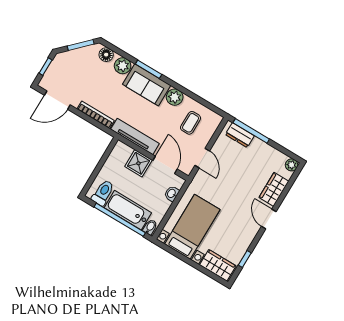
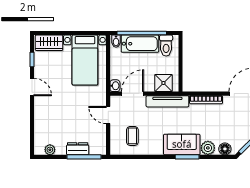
plant: (175, 97) -> (156, 148), removed
dresser: (240, 135) -> (78, 149), moved
shower: (138, 163) -> (163, 83), moved
door: (165, 165) -> (133, 94), swing flipped
plant: (292, 165) -> (50, 150), moved
wardrobe: (274, 189) -> (41, 124), removed
washbasin: (172, 194) -> (115, 86), moved
door: (269, 219) -> (32, 87), moved

